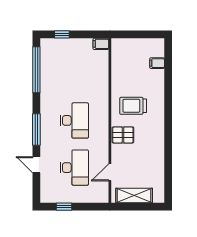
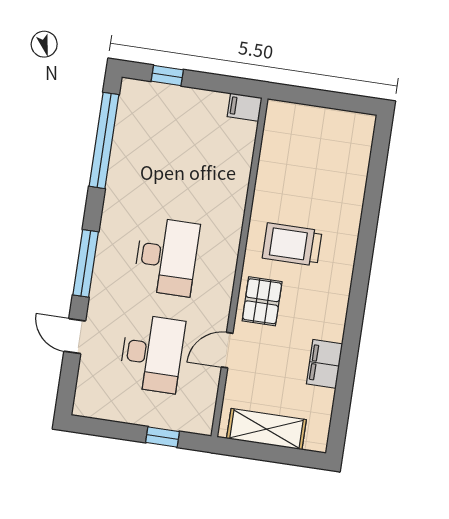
filing cabinet: (157, 63) -> (324, 364), moved, width x2.00
pallet: (123, 135) -> (262, 301), turned 90
door: (110, 172) -> (227, 350), moved
window: (64, 207) -> (163, 437), moved

